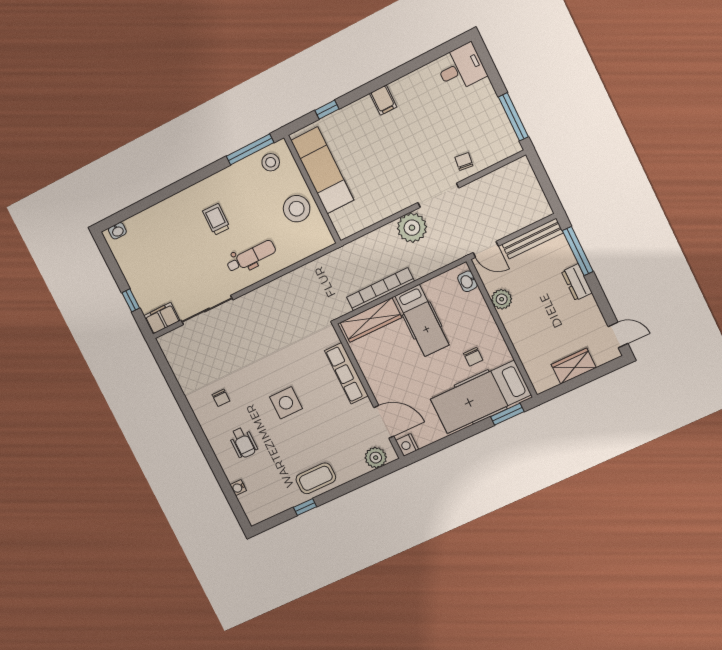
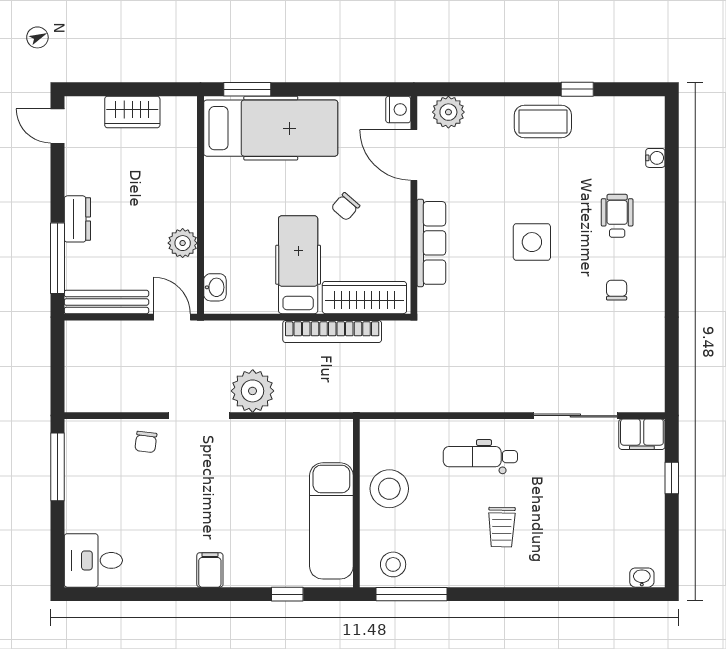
chair: (473, 357) -> (345, 207), moved, turned -139

